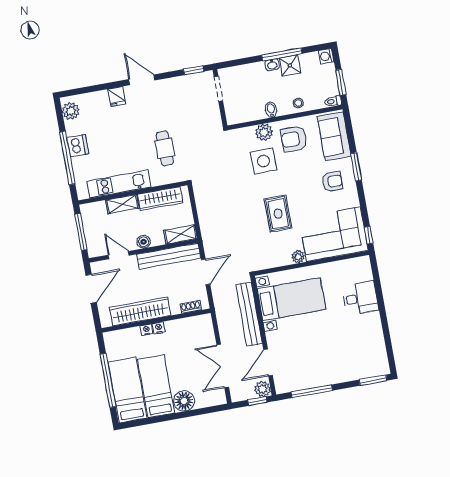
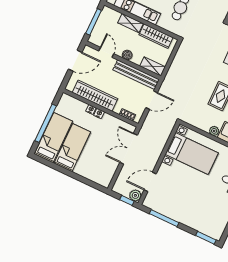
bench: (249, 314) -> (160, 144), removed
double door: (223, 366) -> (129, 149), moved
floor lamp: (184, 401) -> (83, 169), removed

